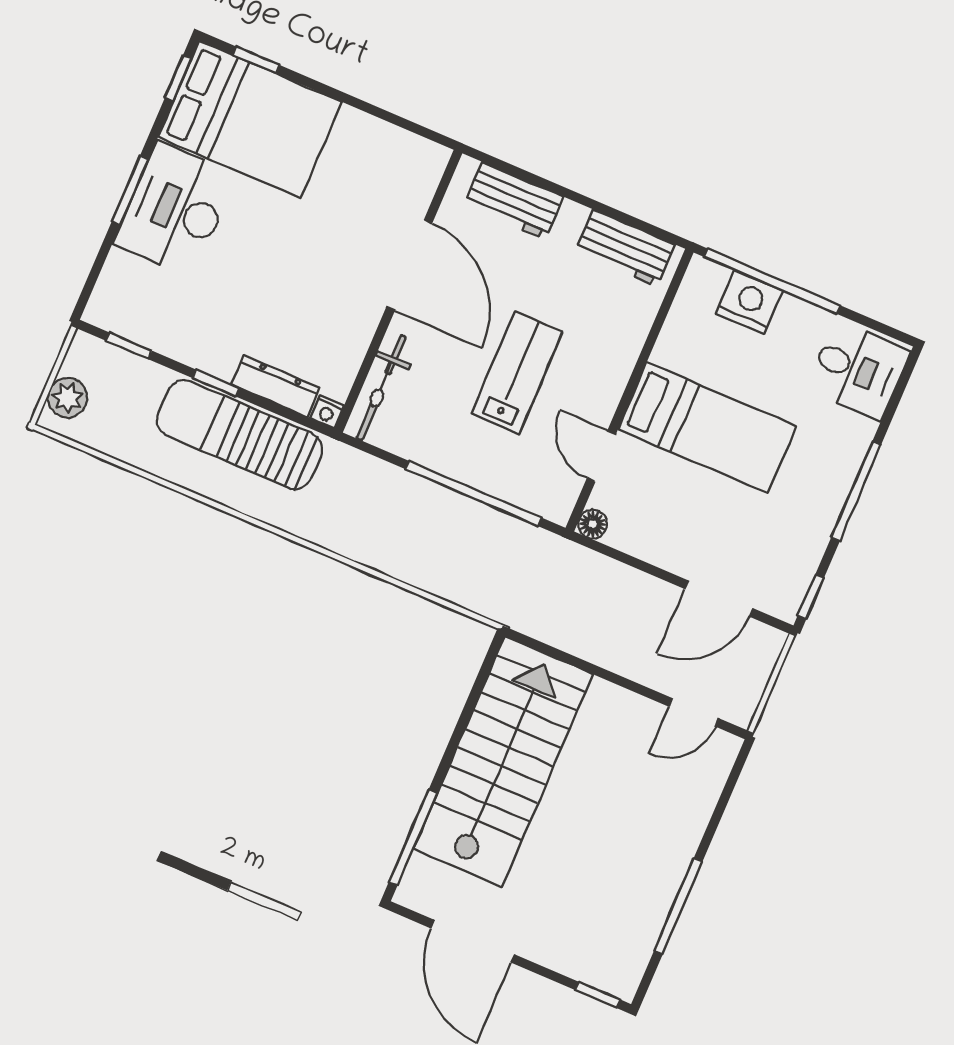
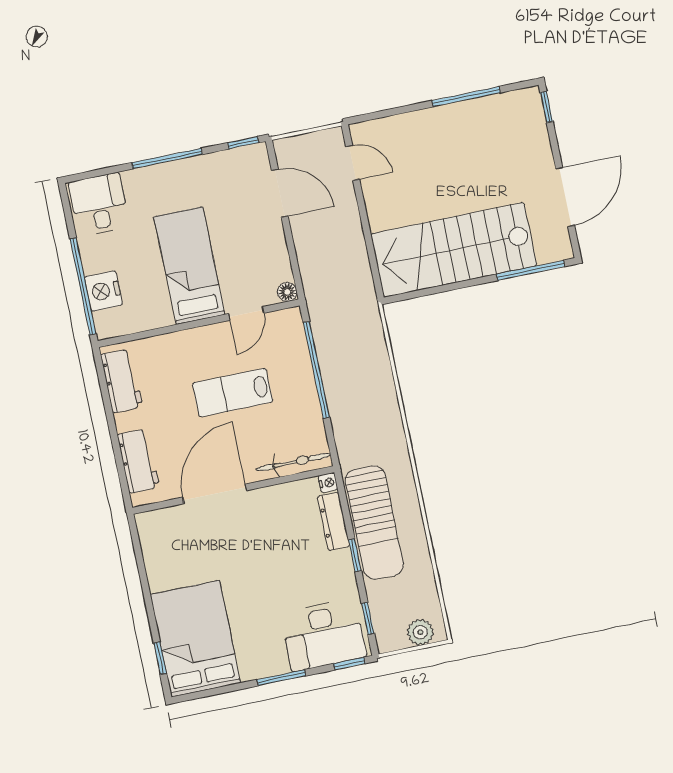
window: (178, 78) -> (349, 664), moved
desk: (175, 209) -> (323, 635), moved

